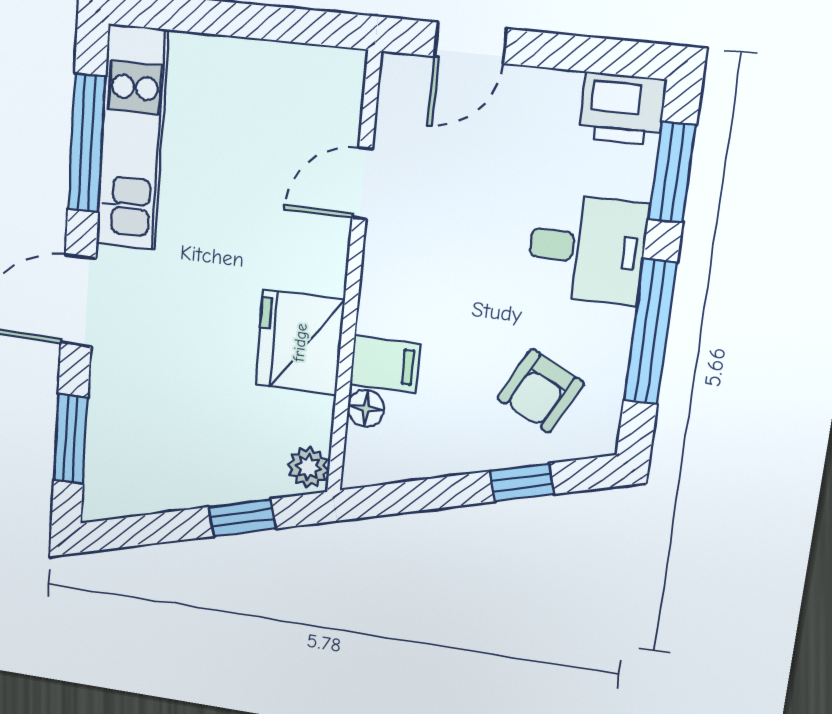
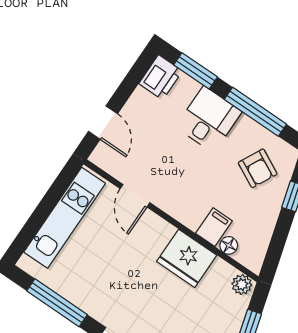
kitchen unit: (132, 138) -> (65, 218), moved, turned 90

